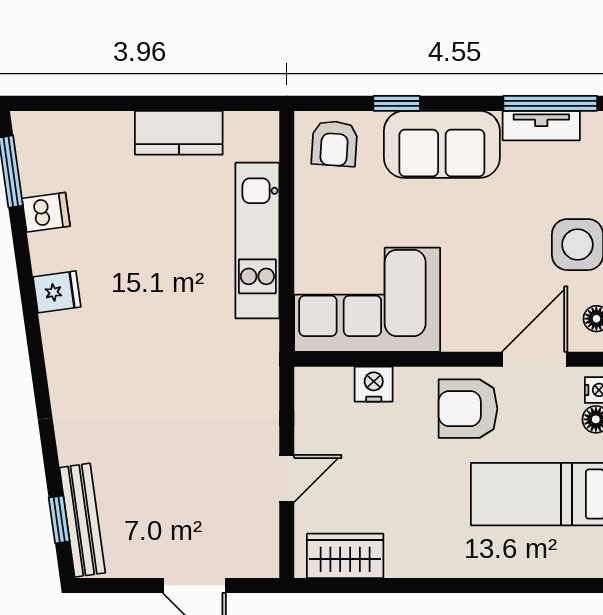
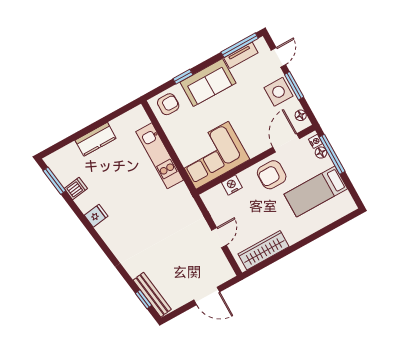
kitchen counter: (179, 133) -> (96, 139), moved
armchair: (334, 143) -> (168, 104), turned -94
wardrobe: (345, 556) -> (263, 250), width x1.50

